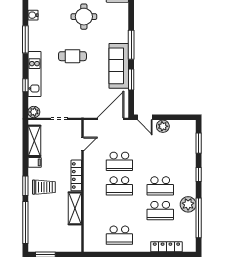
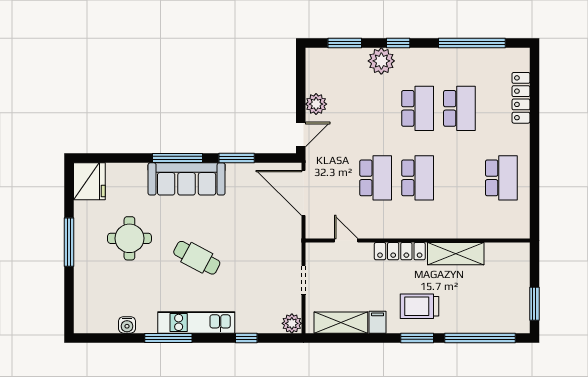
cafe table: (72, 56) -> (197, 258), turned -62
sofa: (119, 66) -> (187, 179), moved
kitchen unit: (34, 74) -> (196, 322), moved
trolley: (44, 187) -> (420, 306), turned -90
plant: (188, 204) -> (381, 61), moved

